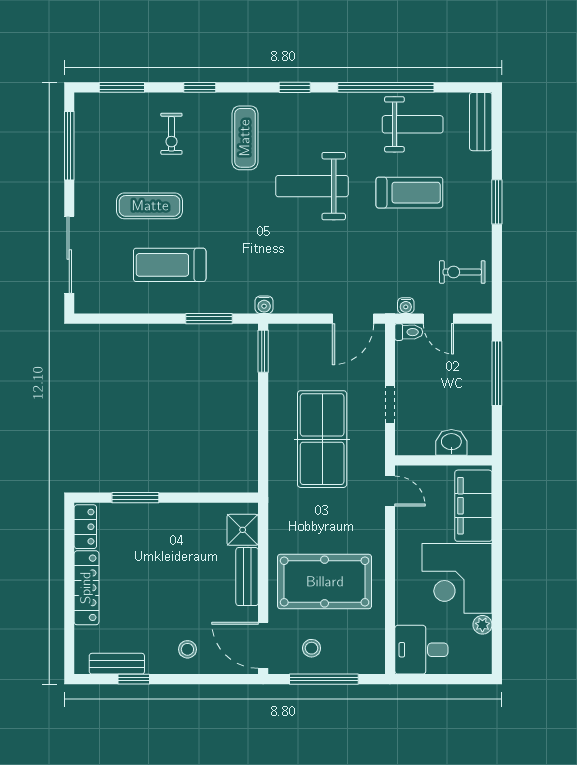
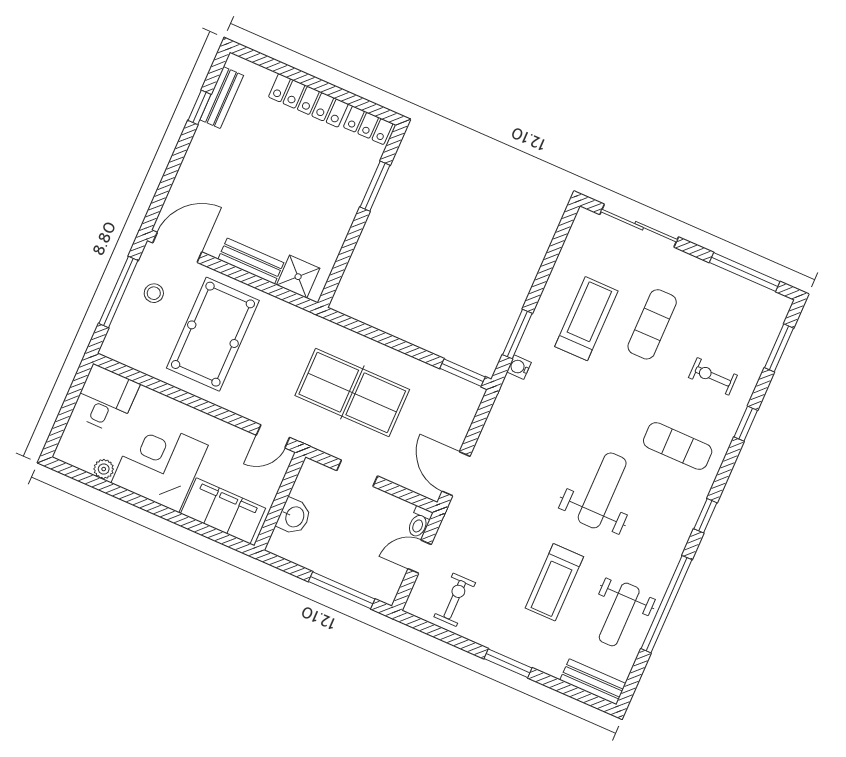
water cooler: (264, 305) -> (519, 367), moved
water cooler: (406, 306) -> (446, 531), removed
stool: (187, 649) -> (206, 172), removed

